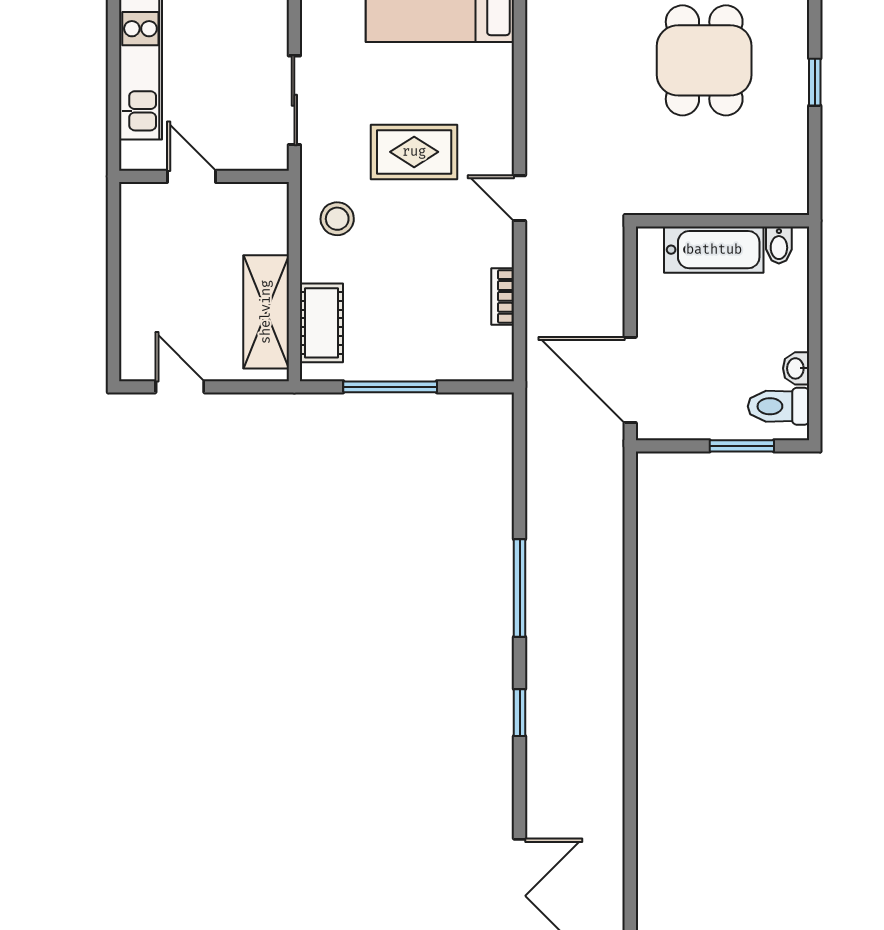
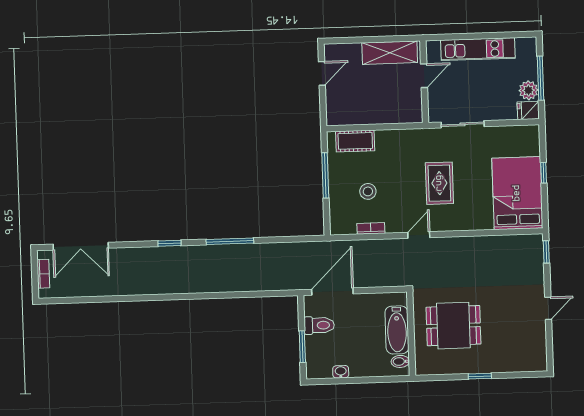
dining table: (704, 60) -> (453, 326), moved
stool: (337, 219) -> (368, 191), moved
shelving: (266, 312) -> (390, 53), moved
toilet: (779, 406) -> (319, 325), moved, turned 90

